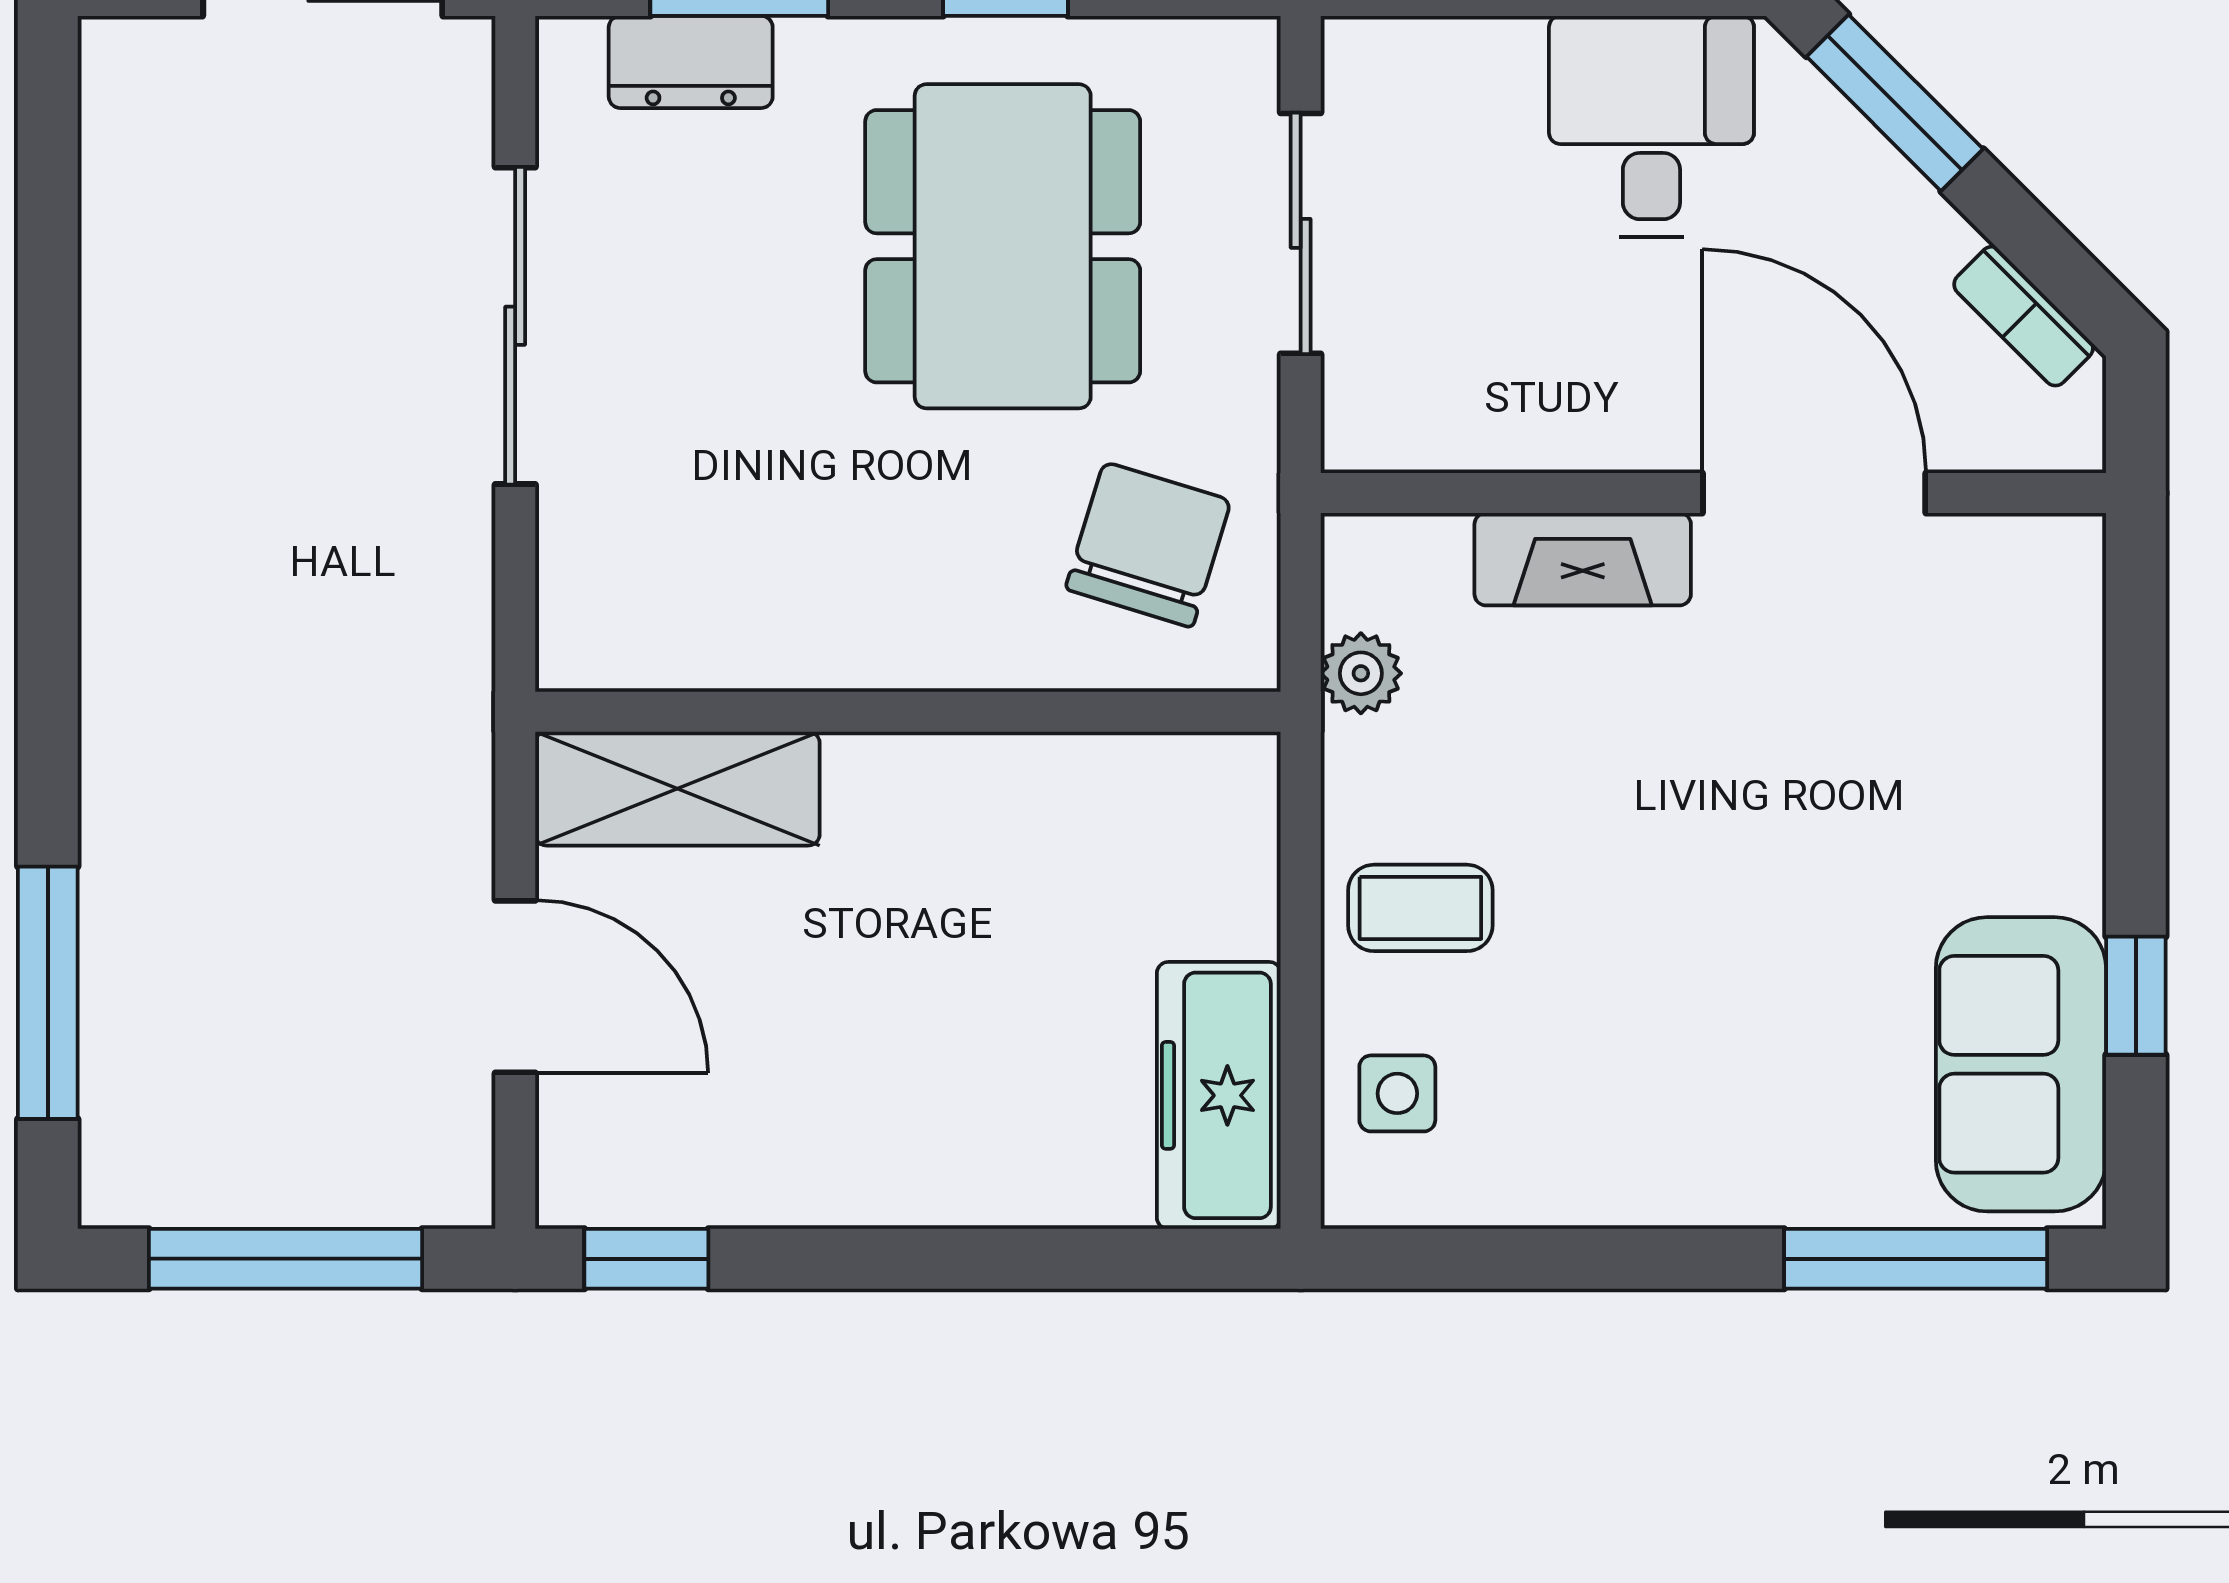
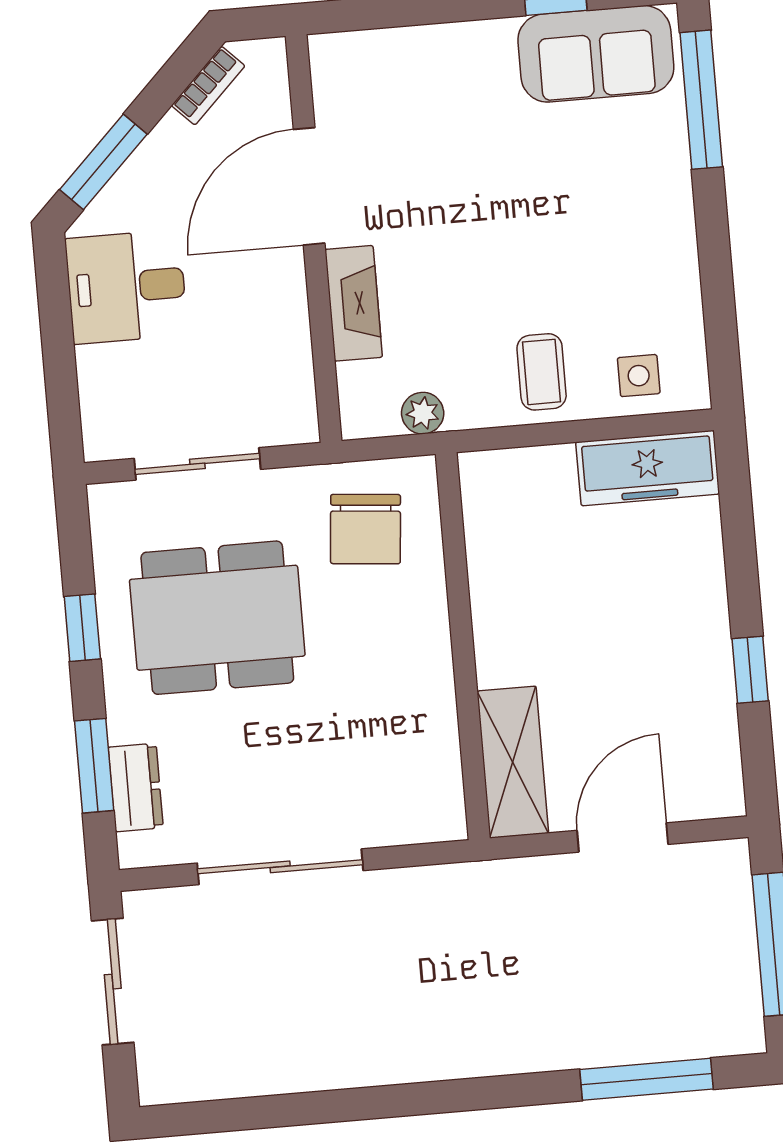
chair: (1148, 545) -> (365, 529), turned -102
window: (646, 1259) -> (750, 670), moved

